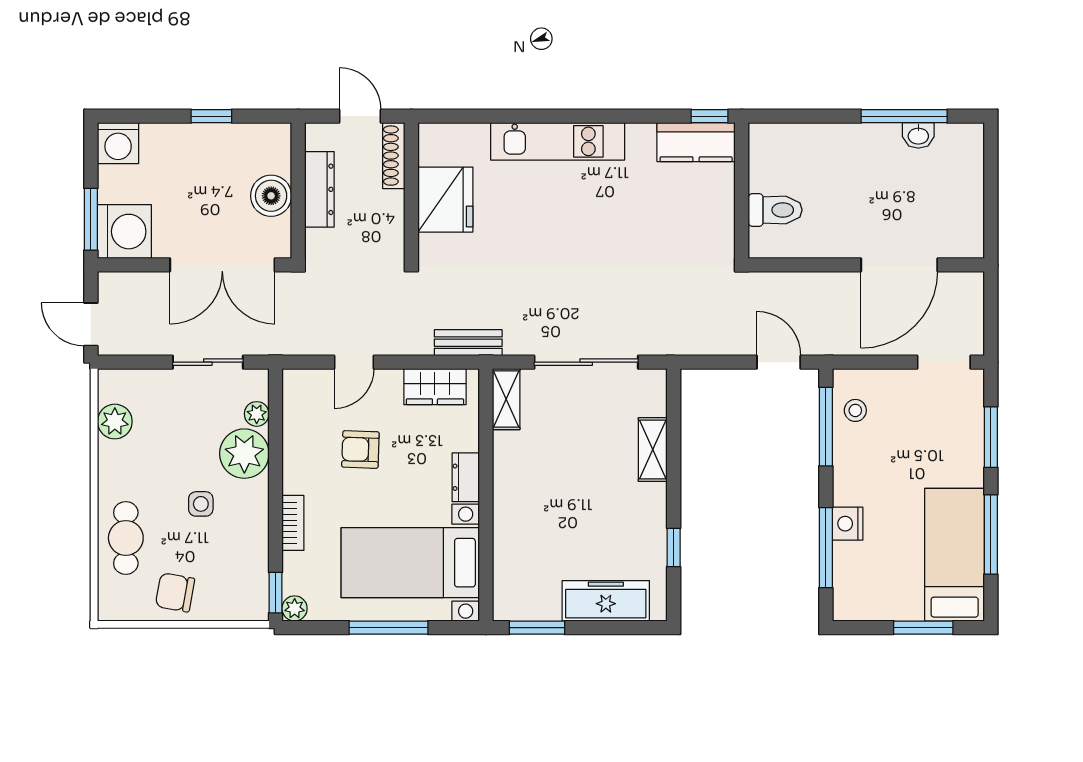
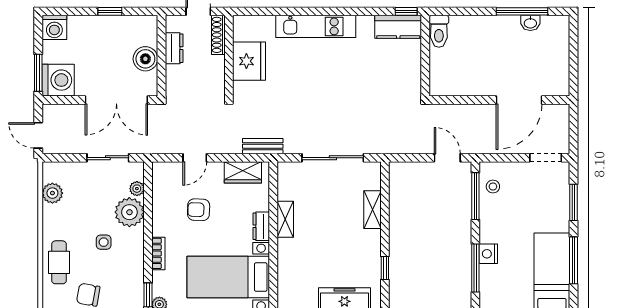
dresser: (319, 189) -> (174, 48), width x0.70
toilet: (775, 210) -> (439, 31), moved, turned 90
shelving: (506, 399) -> (285, 219), moved

